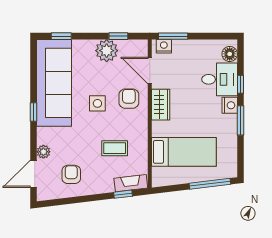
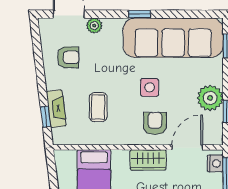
armchair: (129, 99) -> (155, 123), turned -90
fireplace: (131, 183) -> (56, 109), moved

